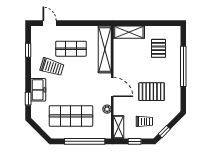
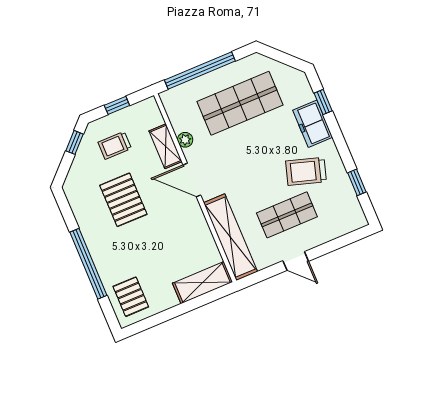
door: (50, 23) -> (296, 261), moved
pallet: (158, 48) -> (131, 297), moved
pallet: (152, 92) -> (123, 200), turned 90
shelving: (118, 127) -> (165, 146), moved

